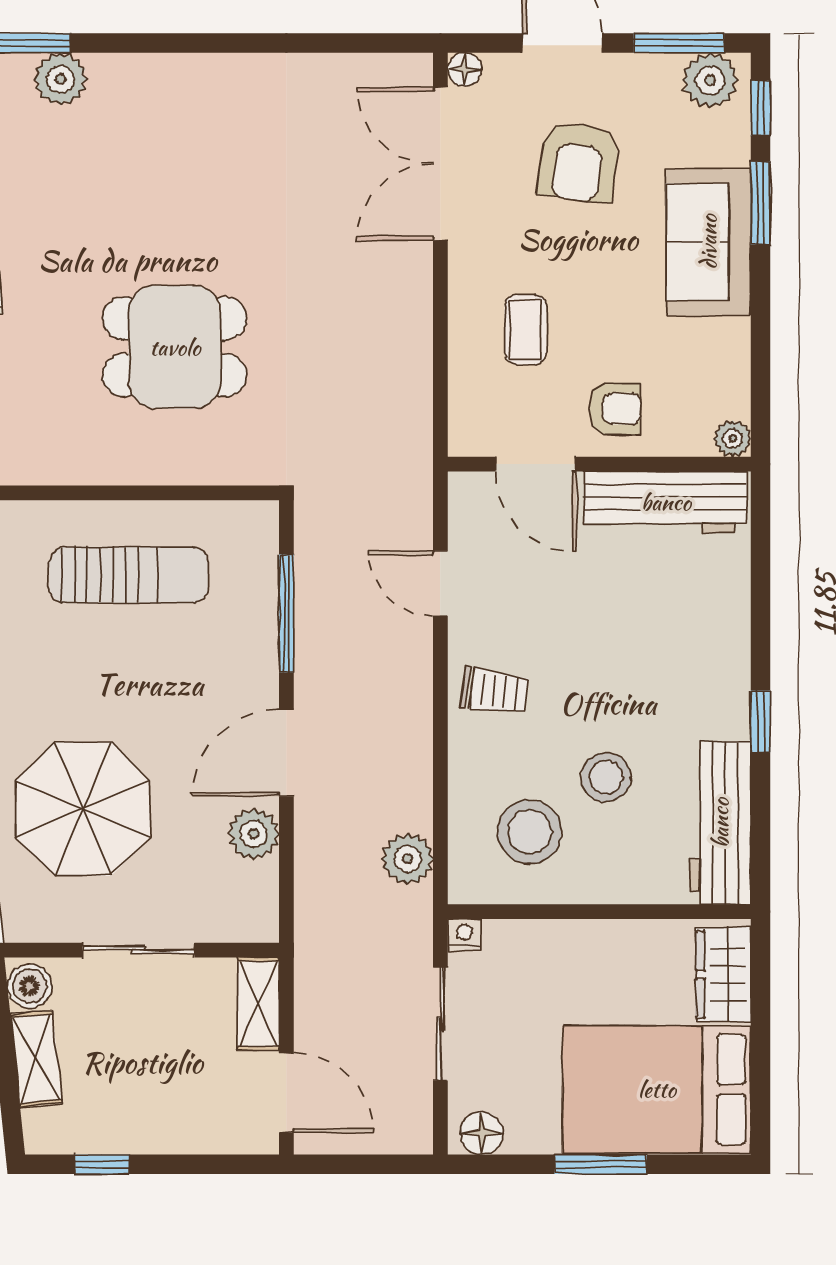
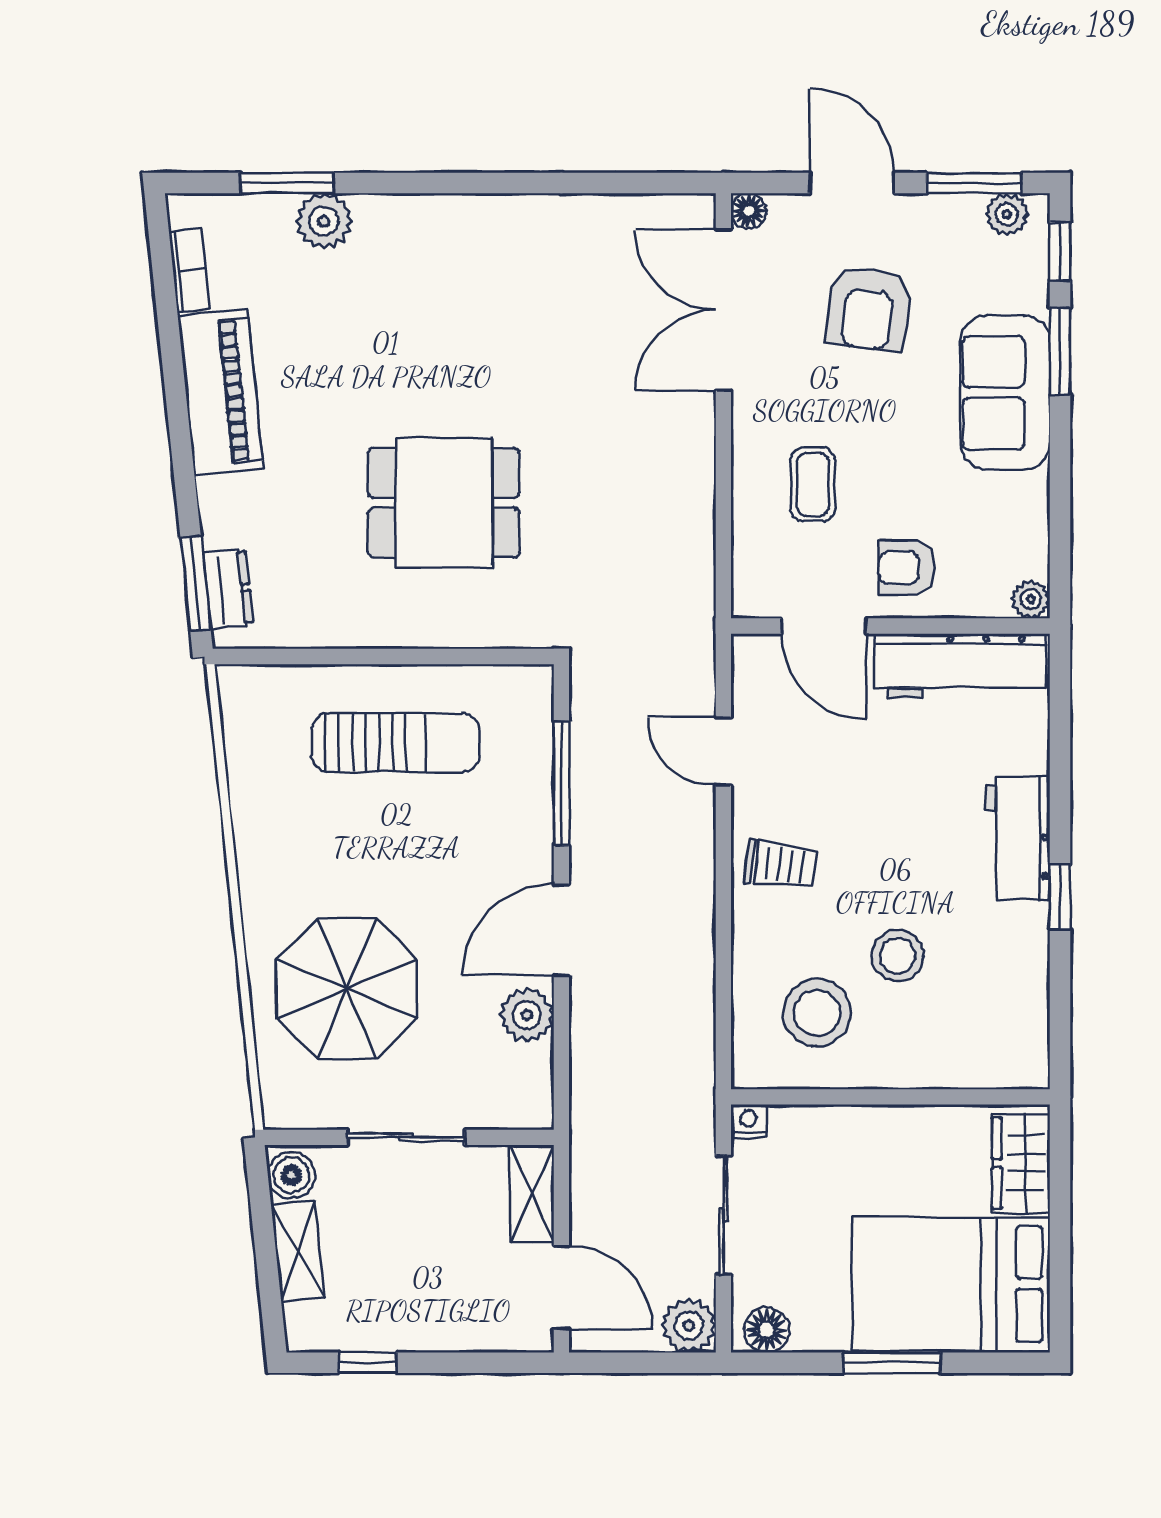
plant: (710, 80) -> (1007, 214), width x0.73, depth x0.73
armchair: (615, 409) -> (907, 568), turned 180
workbench: (720, 823) -> (1018, 838), moved, width x0.73
plant: (408, 859) -> (689, 1326), moved

